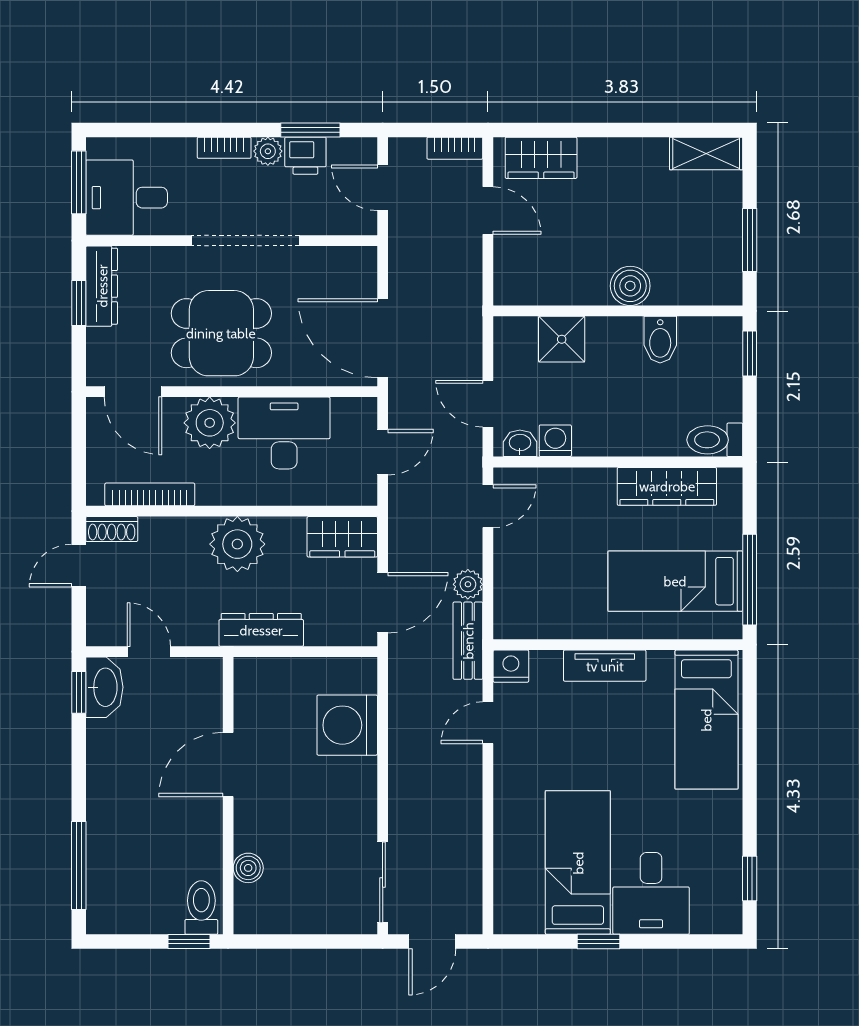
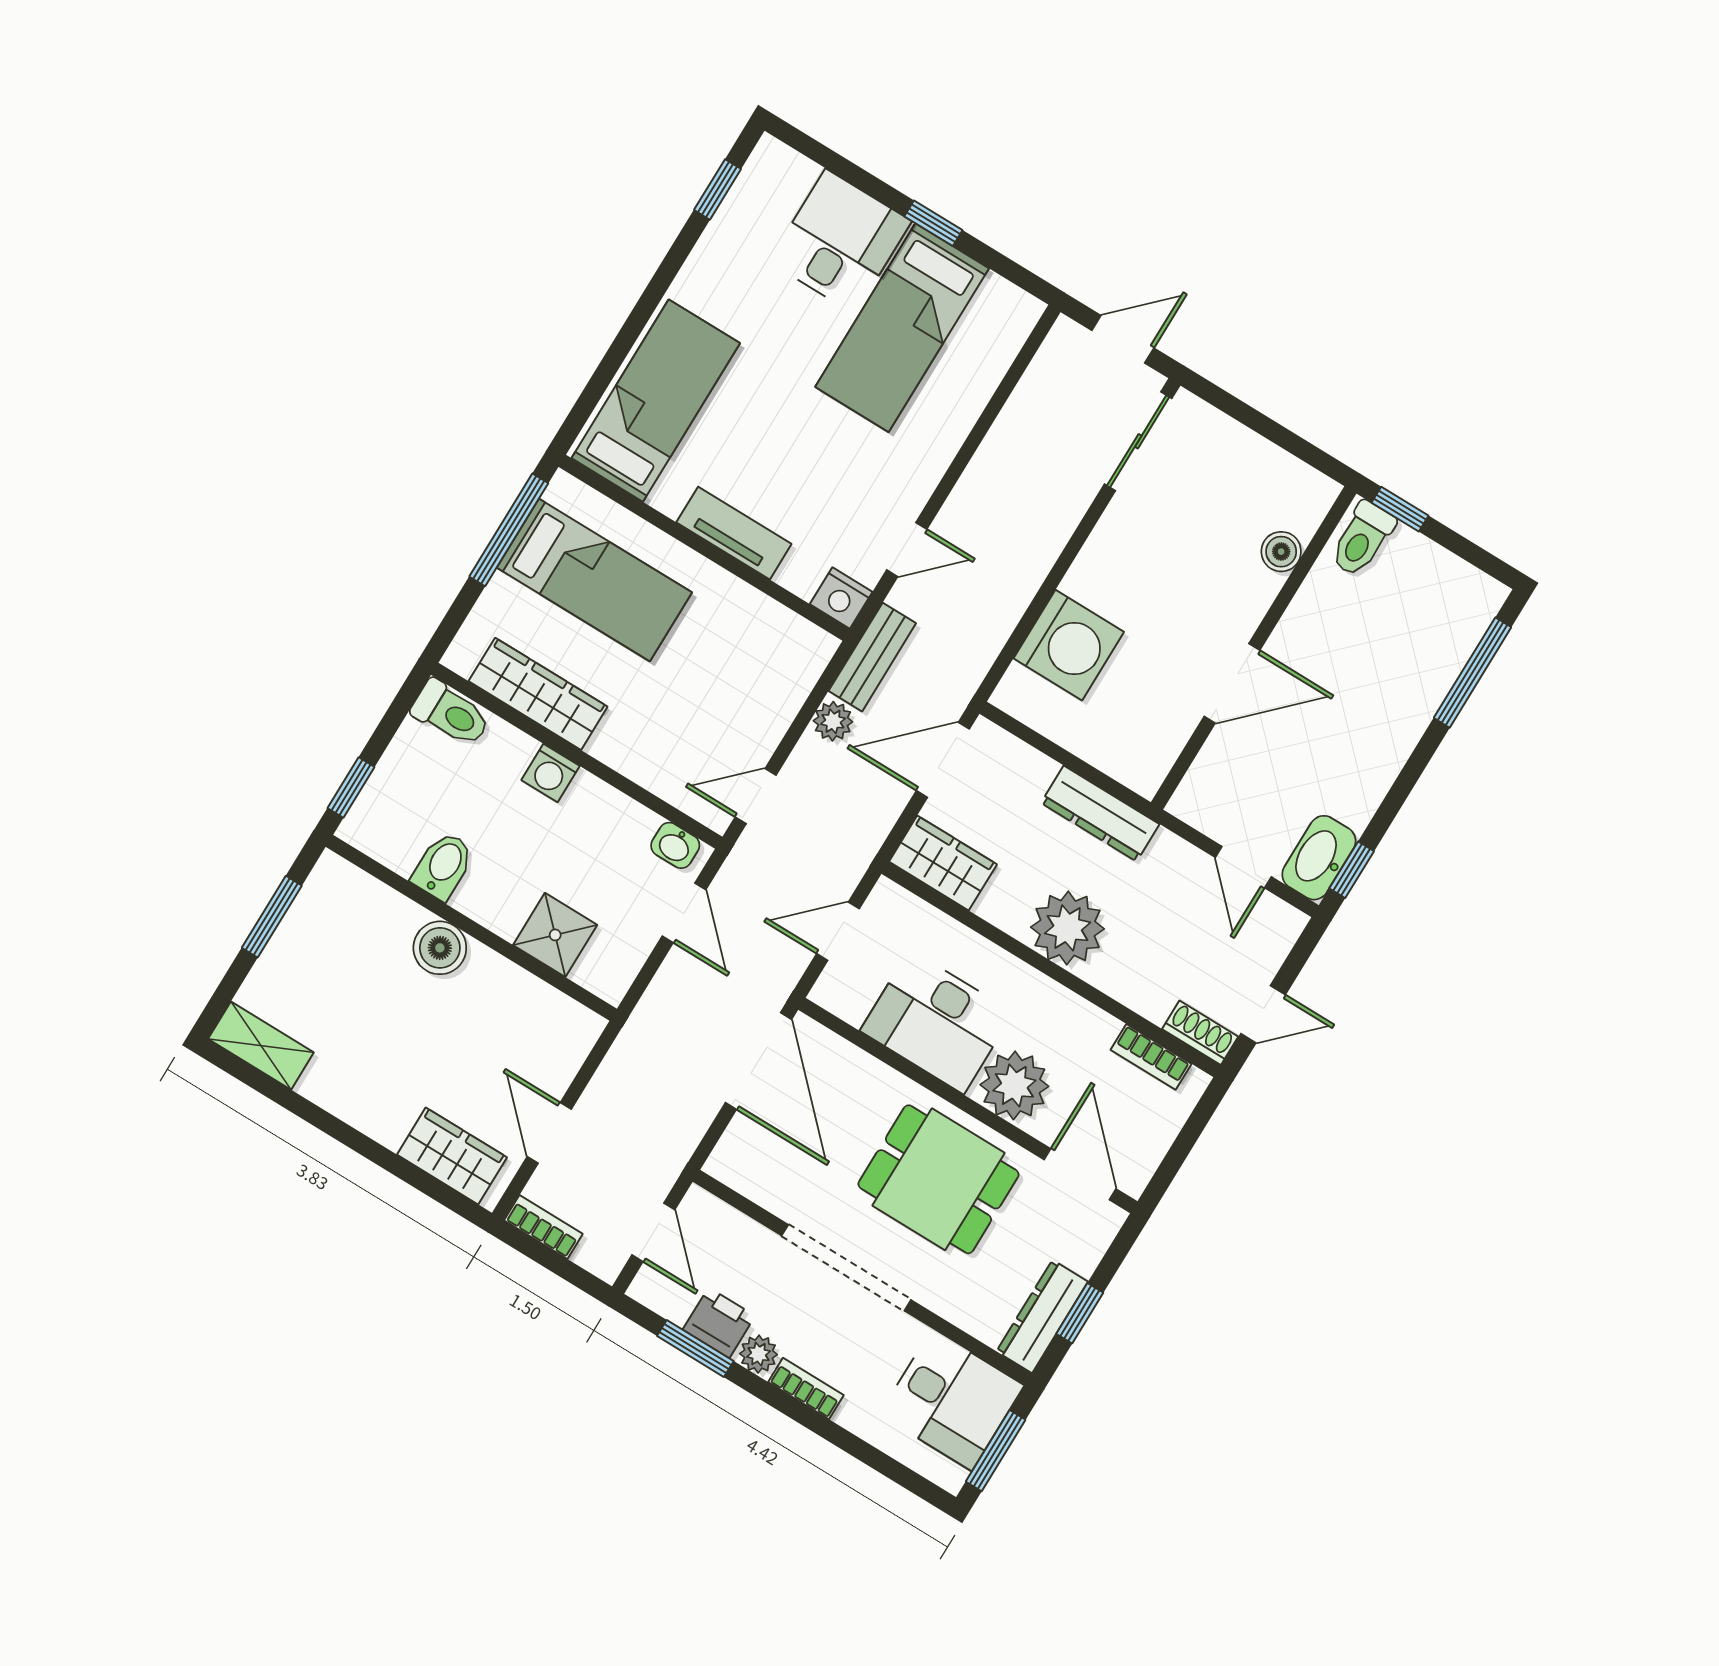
washing machine: (555, 441) -> (551, 773), moved
bookcase: (150, 494) -> (1151, 1057), width x0.64

